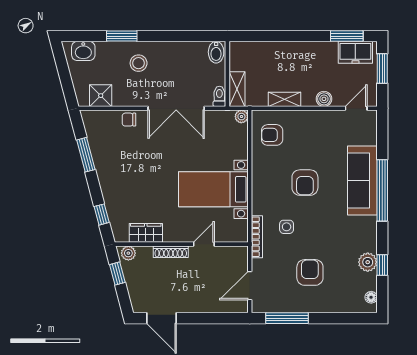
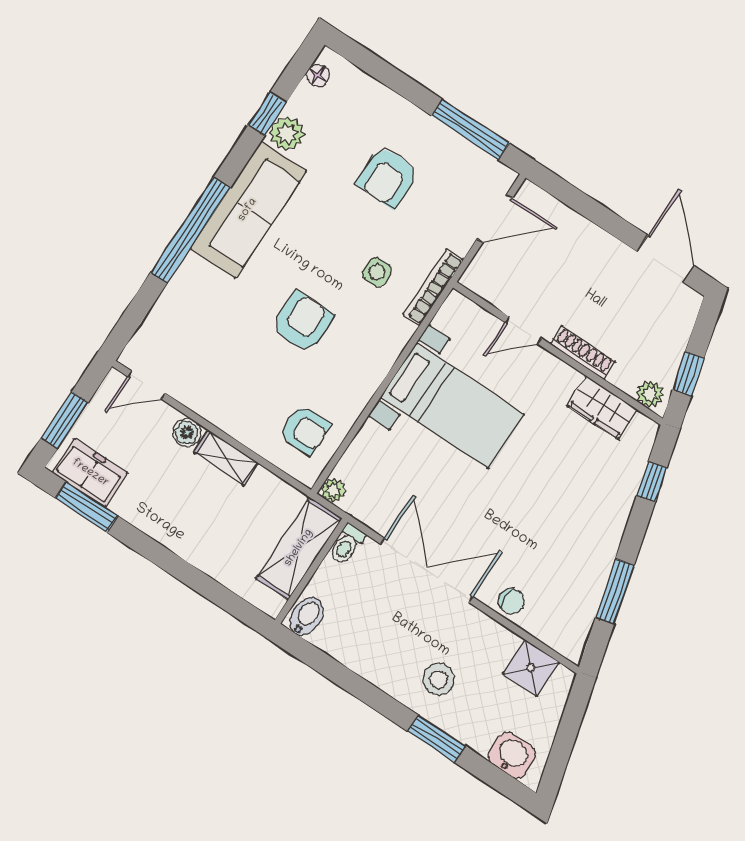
shelving: (237, 89) -> (299, 548), width x1.50, depth x1.33
shelving: (284, 99) -> (226, 458), moved
sofa: (362, 181) -> (248, 210), moved

